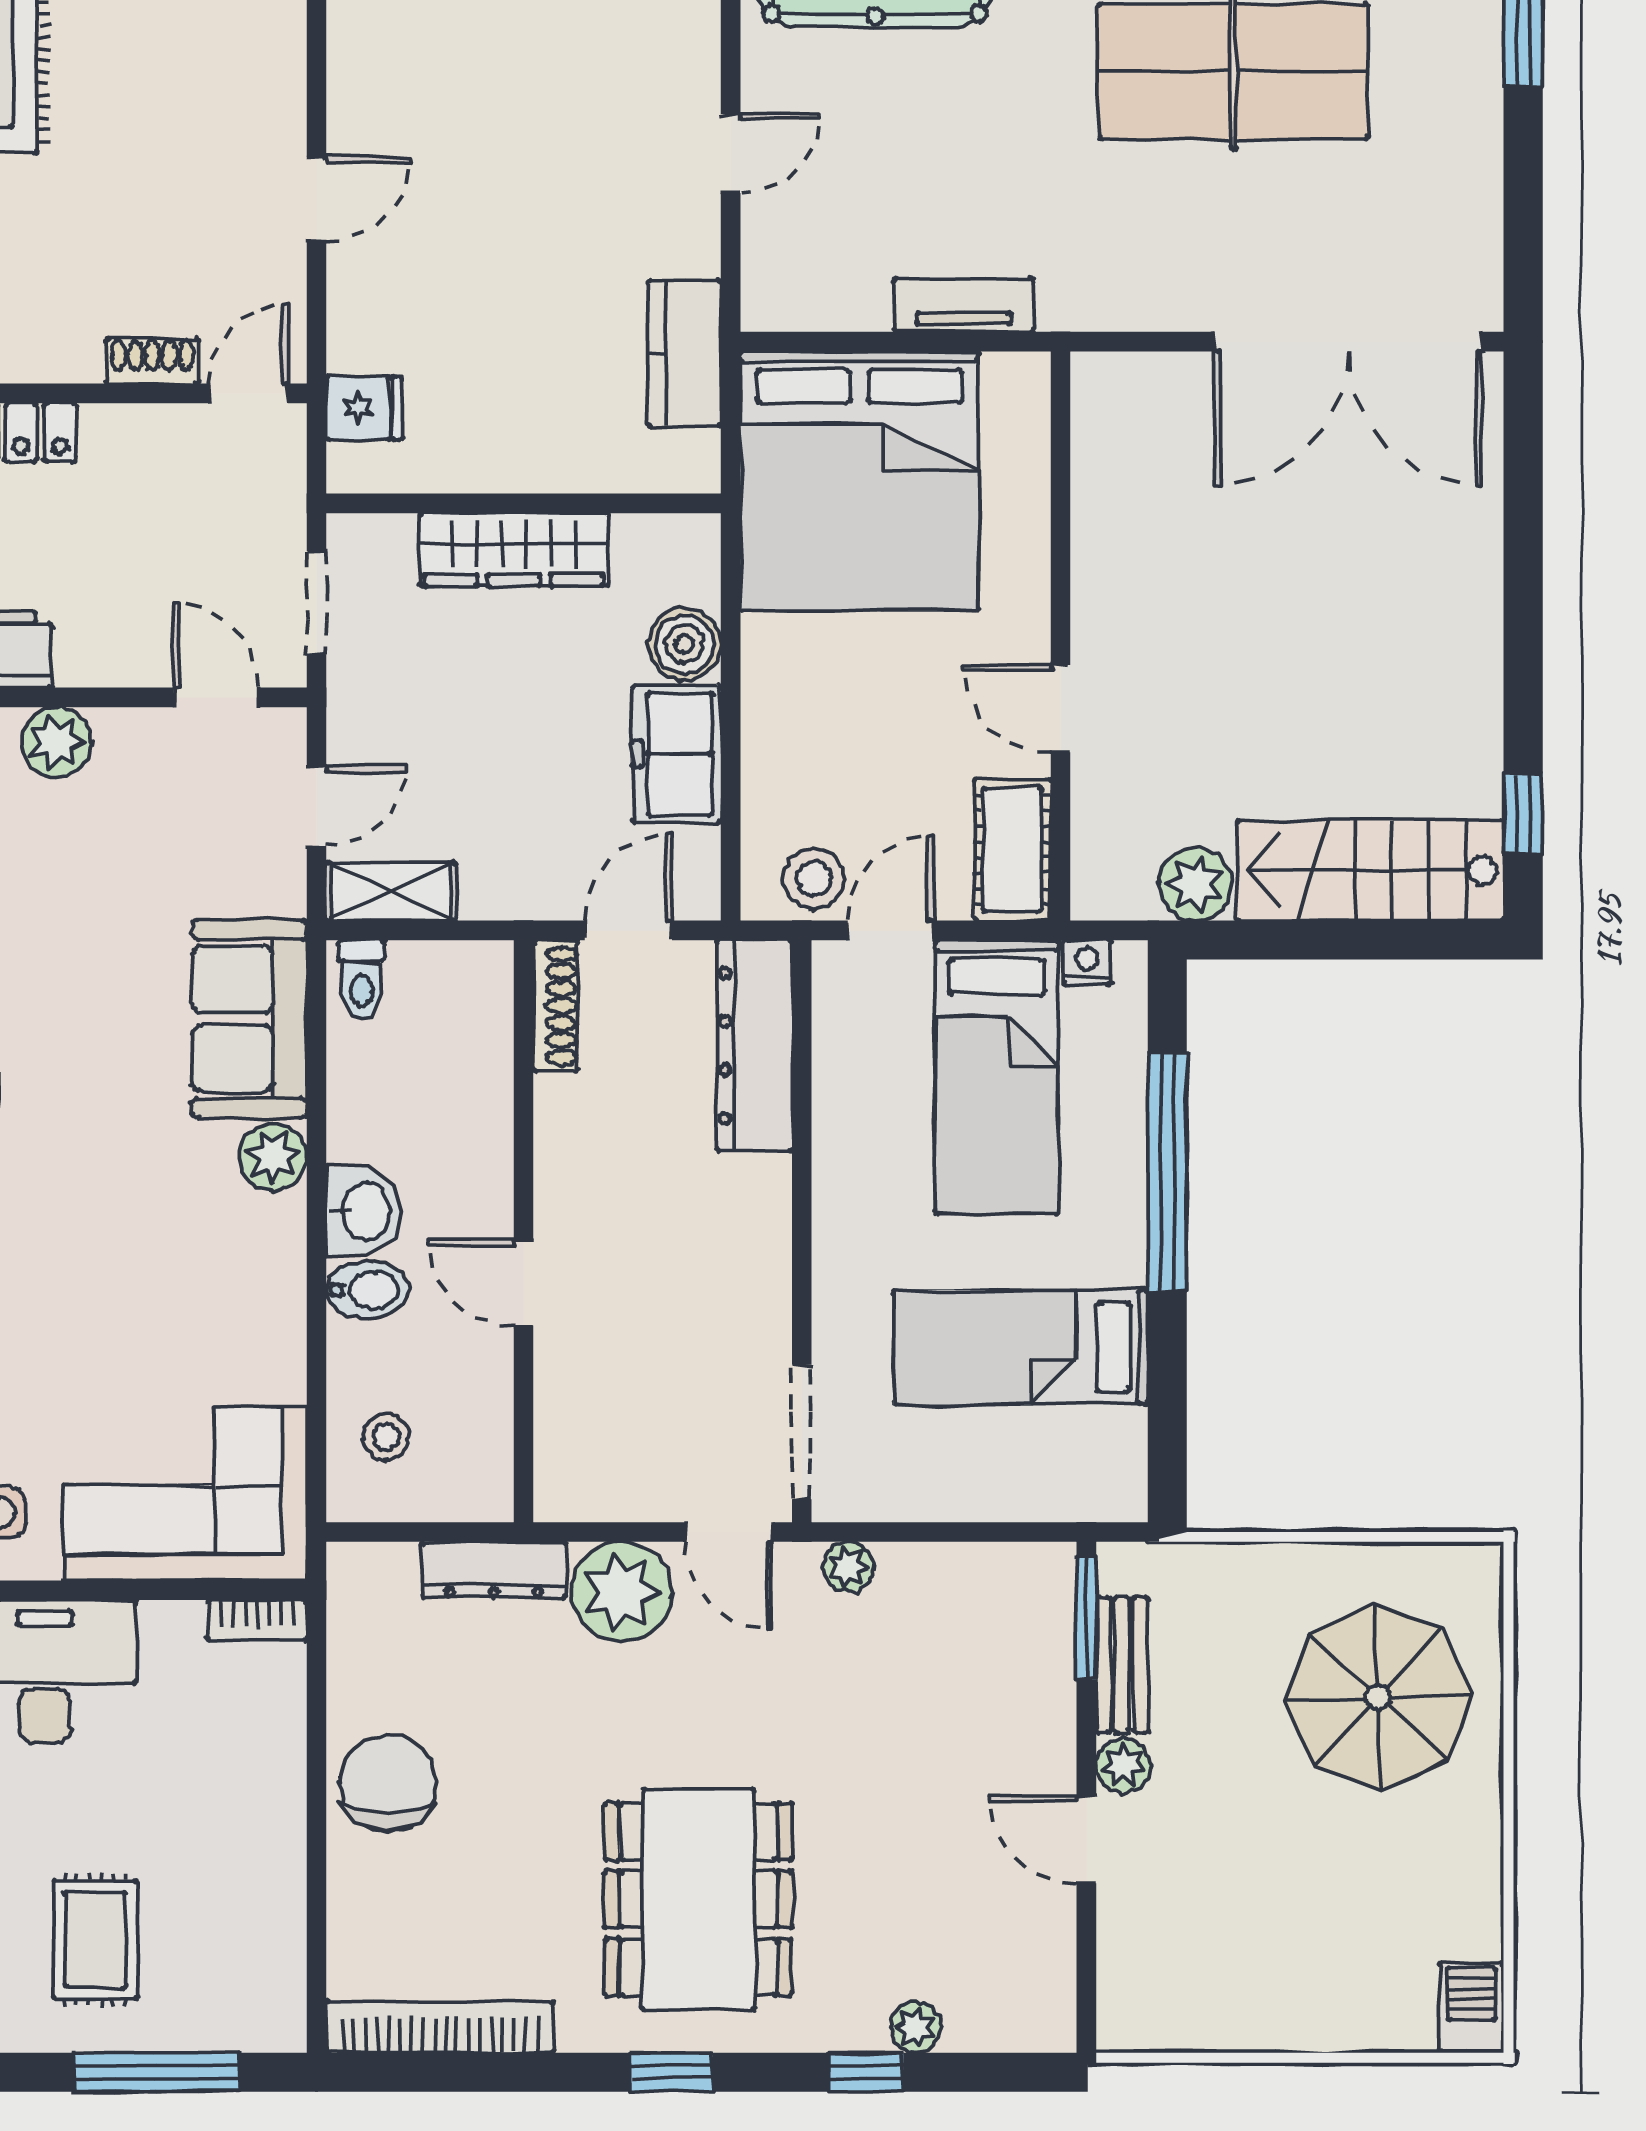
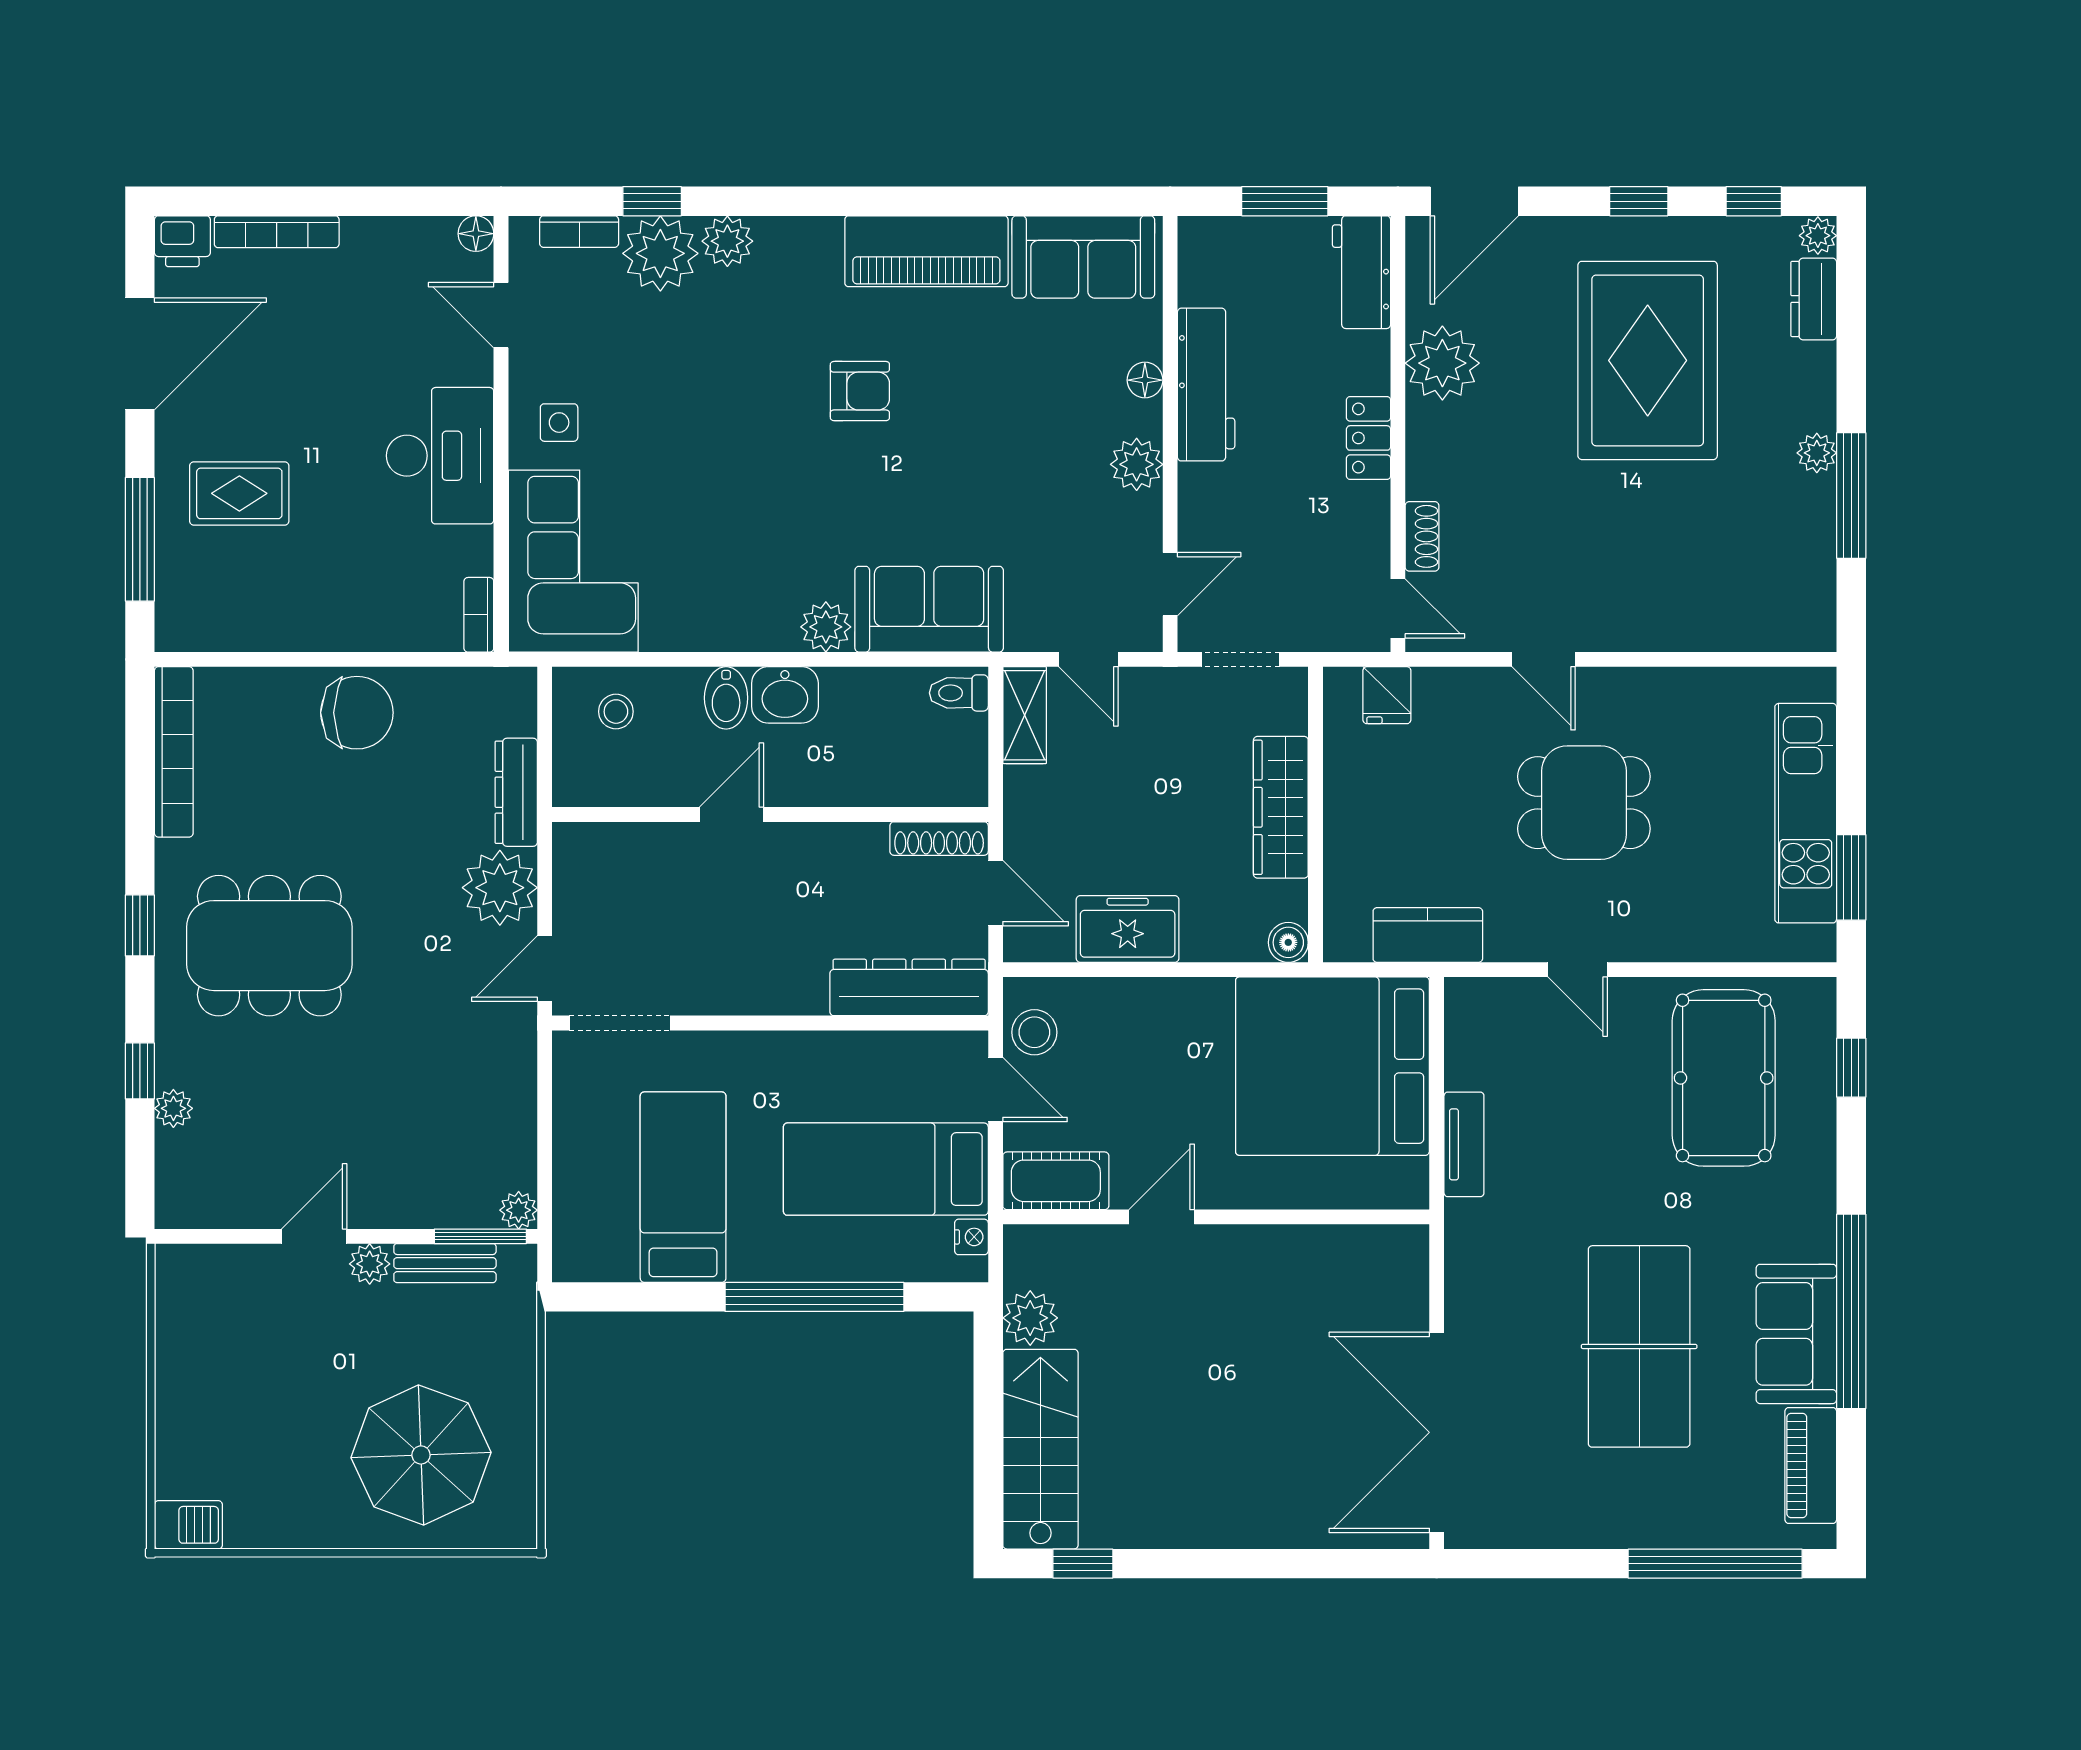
dining table: (508, 145) -> (1584, 803), added
boiler: (685, 644) -> (1288, 942), moved, width x0.73, depth x0.73
plant: (848, 1567) -> (519, 1210), moved

